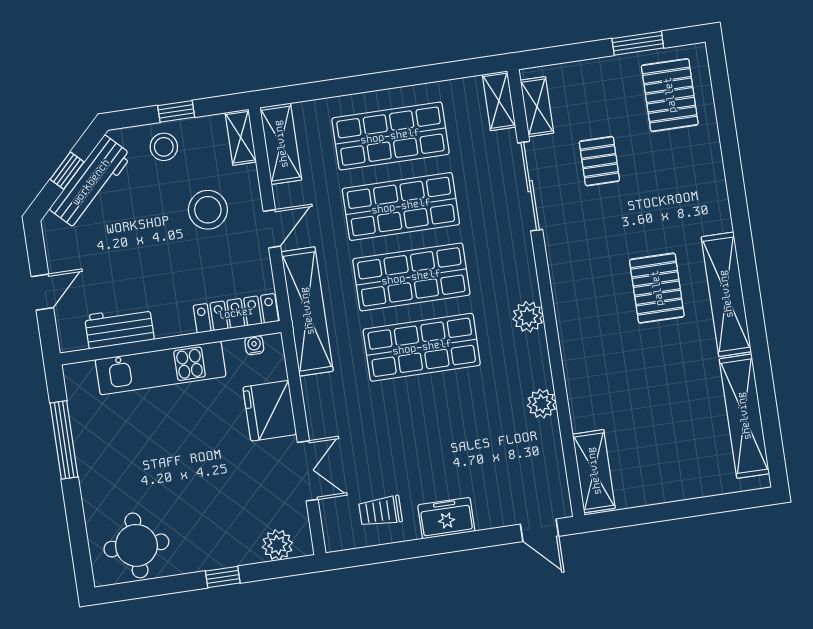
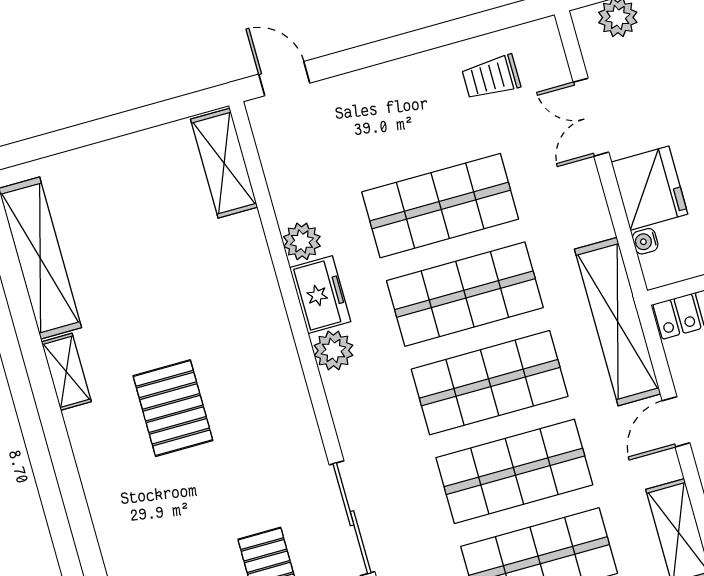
shelving: (726, 294) -> (66, 372), width x0.45, depth x0.75
water cooler: (254, 345) -> (645, 241), moved, turned 90
shop shelf: (432, 418) -> (440, 206), added
trolley: (380, 511) -> (491, 77), turned 180
freezer: (446, 518) -> (320, 295), moved, turned -90

